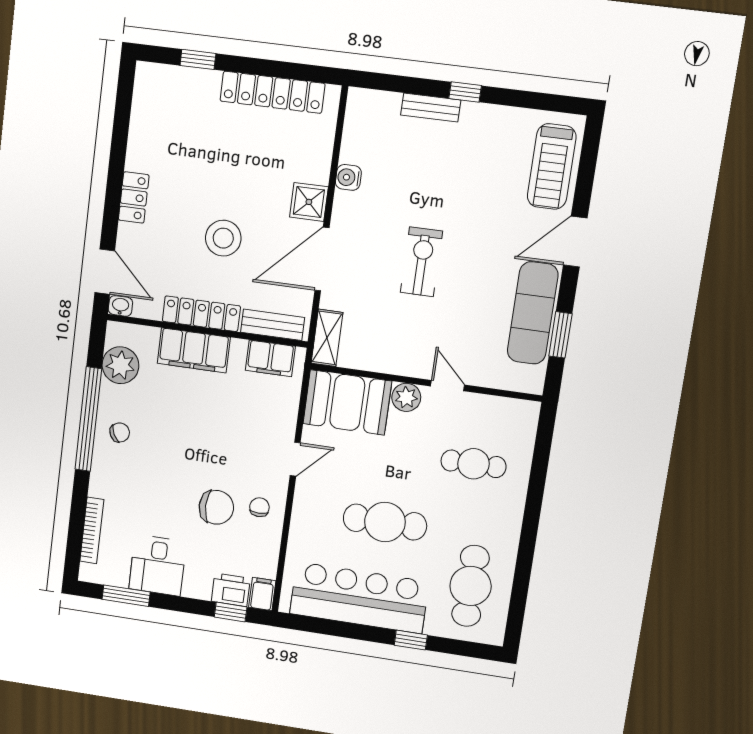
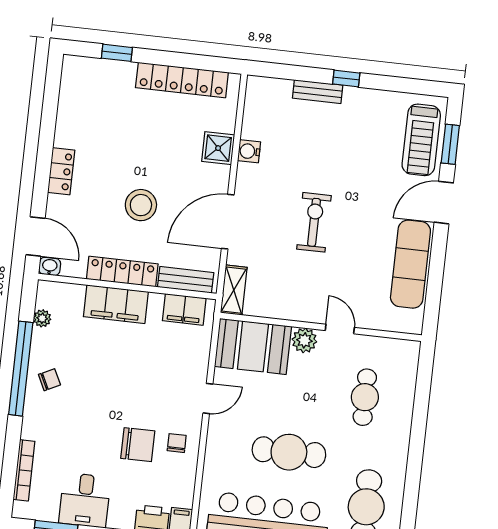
shower: (309, 202) -> (218, 148), moved
window: (560, 335) -> (450, 144), moved
plant: (120, 365) -> (42, 318), width x0.53, depth x0.53
cafe table: (474, 464) -> (365, 397), turned 90

